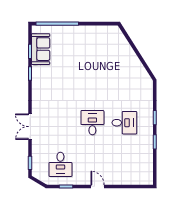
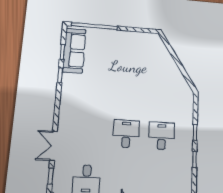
sofa: (41, 49) -> (74, 51), width x1.36
desk: (124, 123) -> (162, 136), turned -90
double door: (30, 127) -> (53, 146), moved

